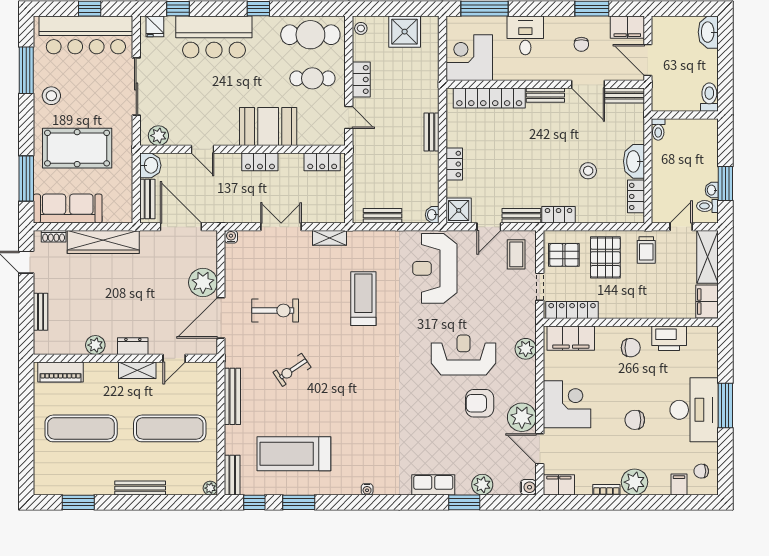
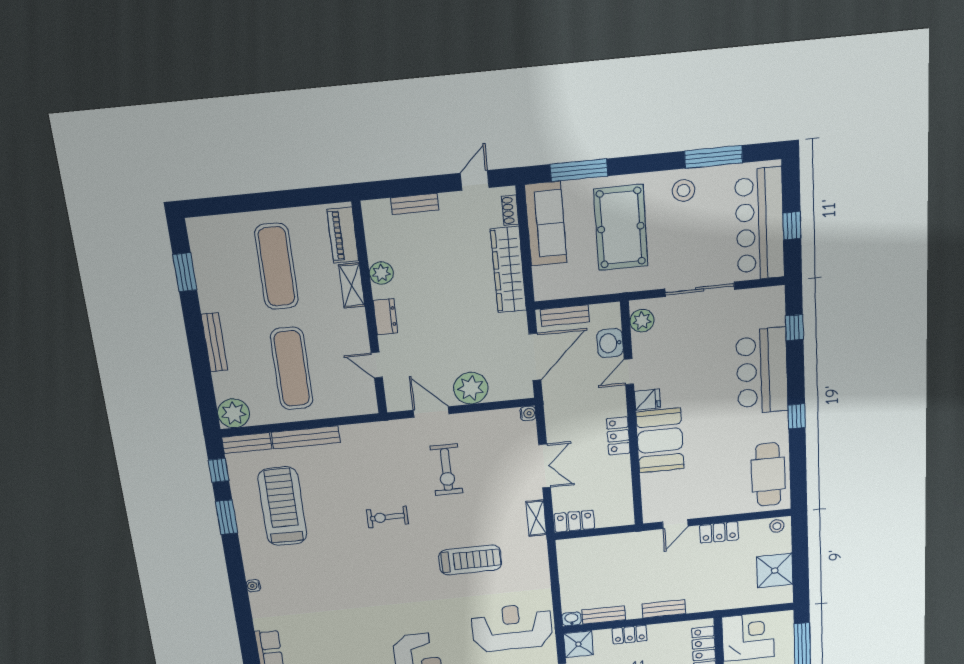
fridge: (155, 26) -> (647, 400), moved, turned 180
cafe table: (312, 78) -> (718, 482), removed
locker: (322, 162) -> (574, 521), moved, turned 90
washbasin: (150, 165) -> (610, 343), moved, turned 90
bench: (383, 216) -> (604, 615), moved, turned 90
door: (221, 318) -> (431, 412), width x0.73
shelving: (137, 370) -> (352, 285), moved
exercise bike: (292, 370) -> (388, 517), moved, turned -56
bench: (232, 396) -> (306, 437), moved
plant: (210, 488) -> (234, 413), width x1.87, depth x1.87

